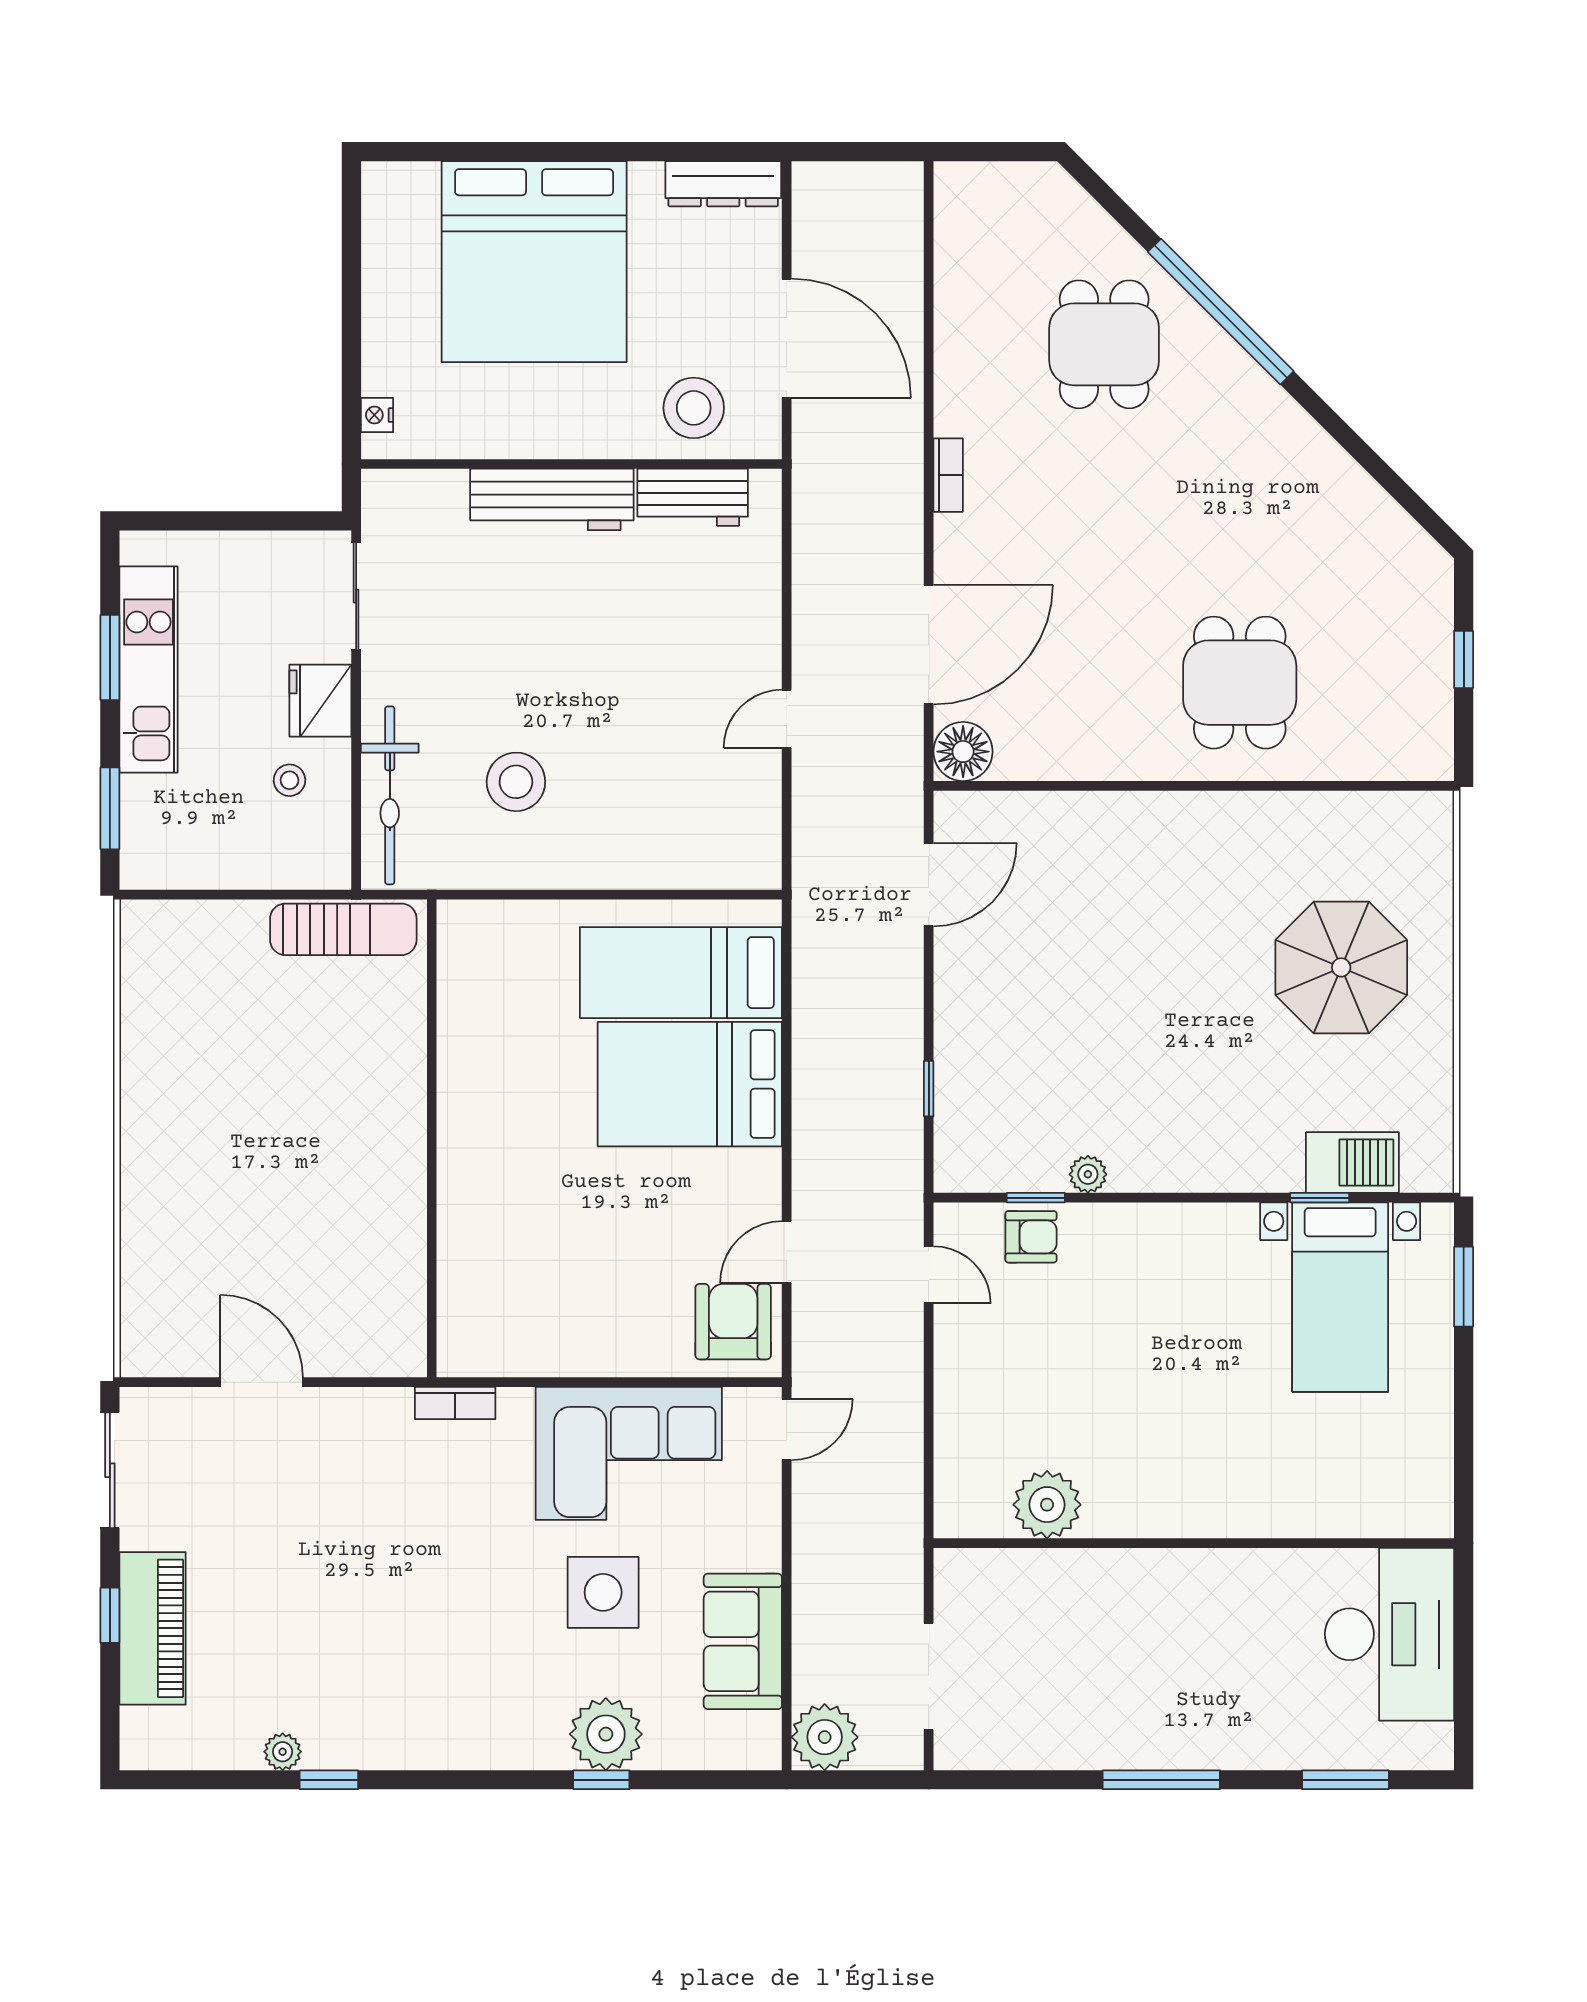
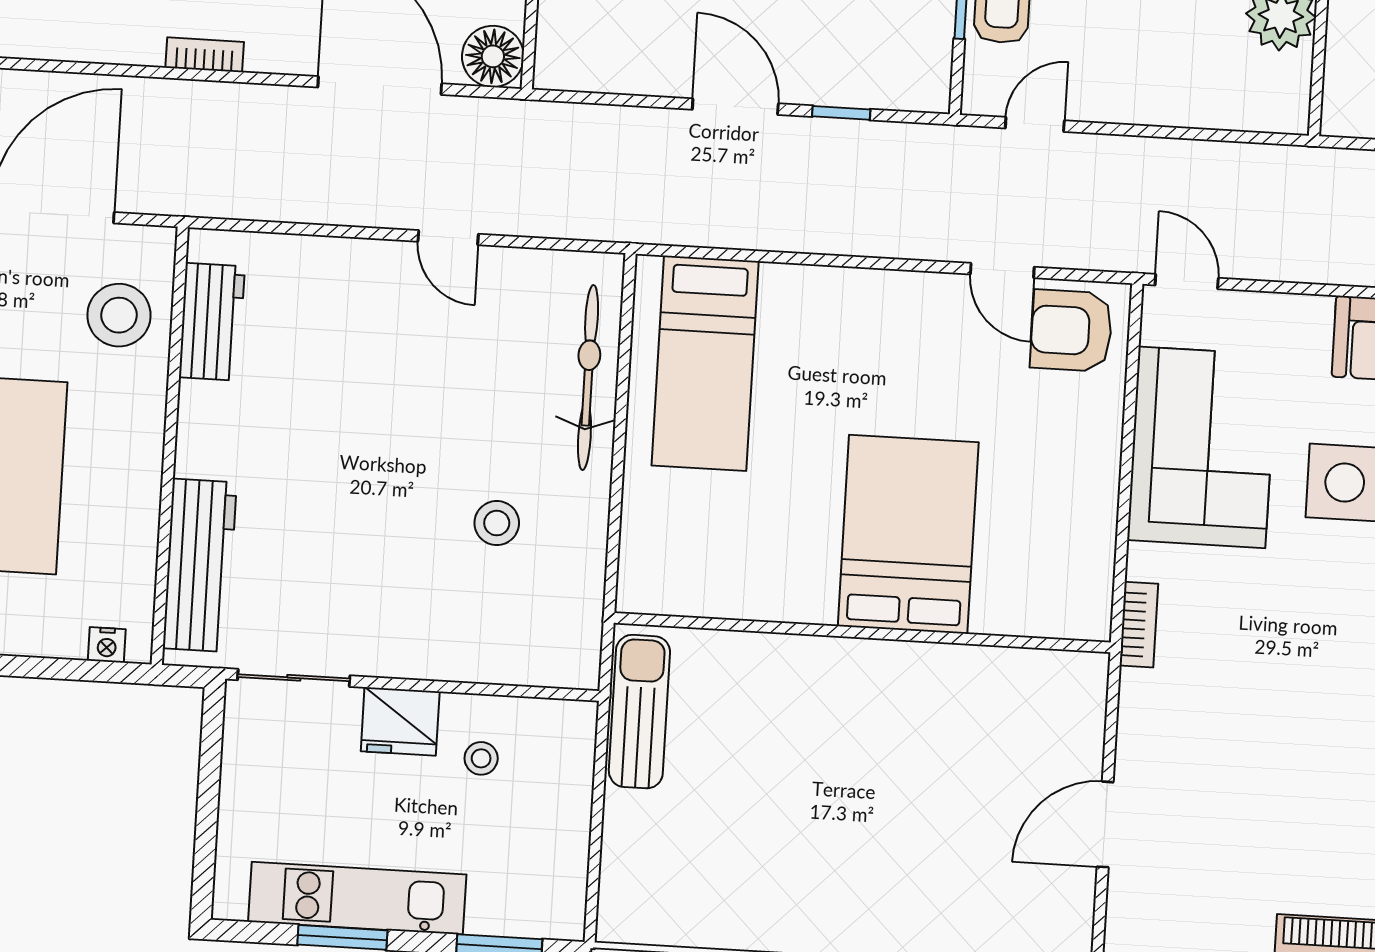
workbench: (552, 499) -> (200, 565), moved
stool: (516, 782) -> (497, 523), width x0.73, depth x0.73
bicycle: (390, 795) -> (588, 378), moved, turned -90
door: (929, 885) -> (735, 107), moved
bed: (690, 1084) -> (908, 534), moved, turned 180

